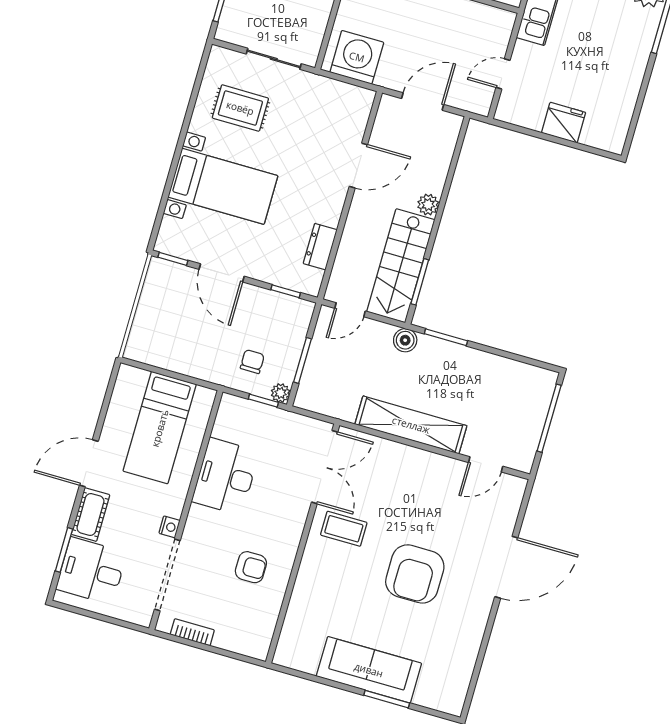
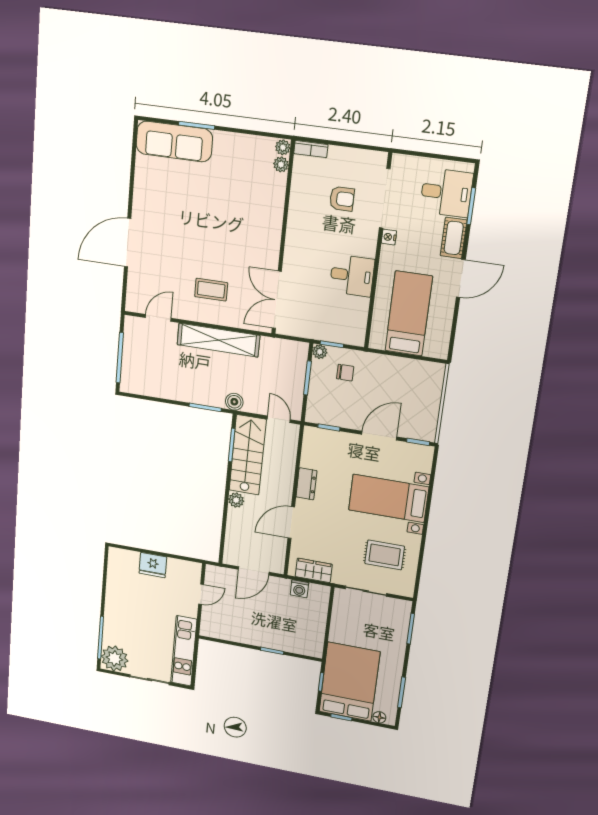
washing machine: (357, 57) -> (299, 589), width x0.53, depth x0.53
wardrobe: (340, 95) -> (314, 570), added
dresser: (320, 247) -> (306, 484), moved
door: (222, 273) -> (379, 436), hinge flipped
door: (350, 310) -> (279, 419), hinge flipped
chair: (252, 362) -> (345, 373), turned -90
desk: (226, 476) -> (352, 276), width x0.73
coffee table: (344, 529) -> (211, 290), moved
armchair: (251, 567) -> (342, 199), moved, turned 180
armchair: (415, 574) -> (194, 227), removed
bookcase: (192, 632) -> (311, 149), moved
plant: (289, 635) -> (281, 164), added
plant: (283, 656) -> (283, 147), added
sofa: (369, 670) -> (174, 141), moved

